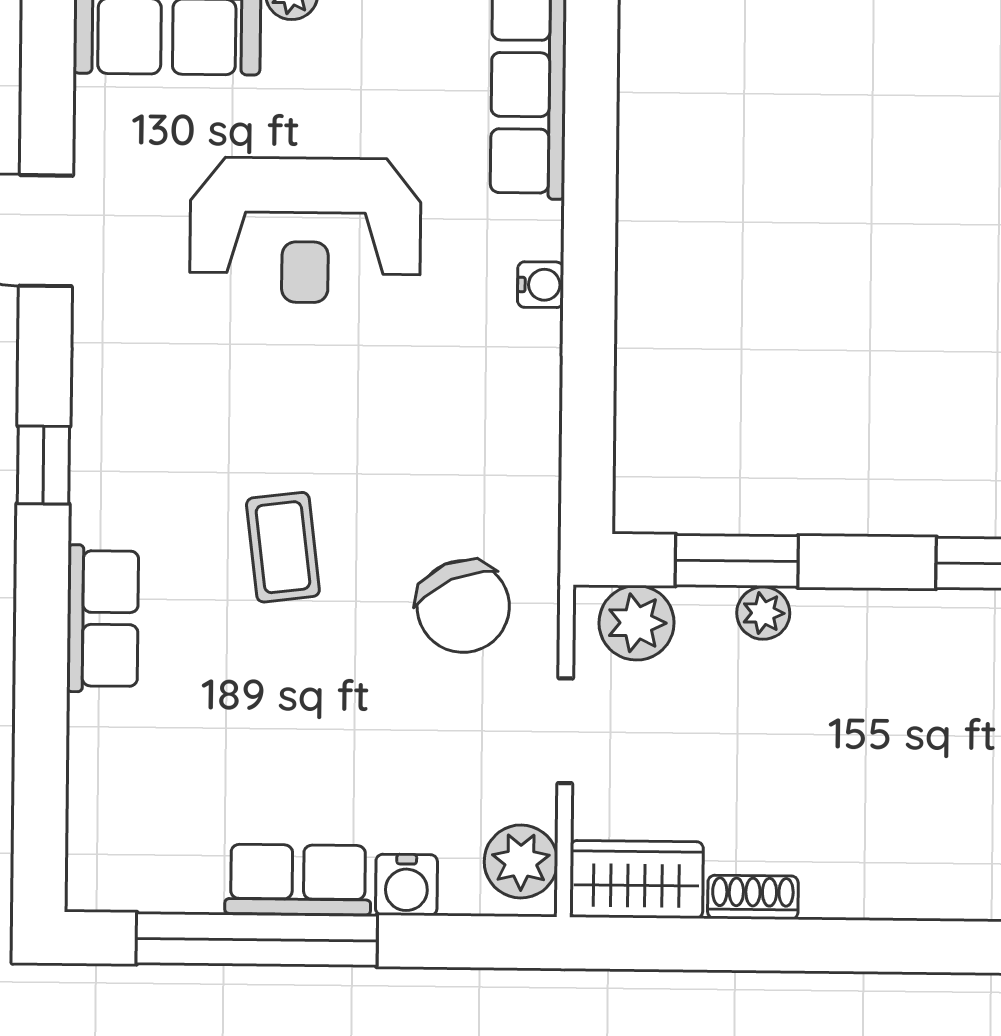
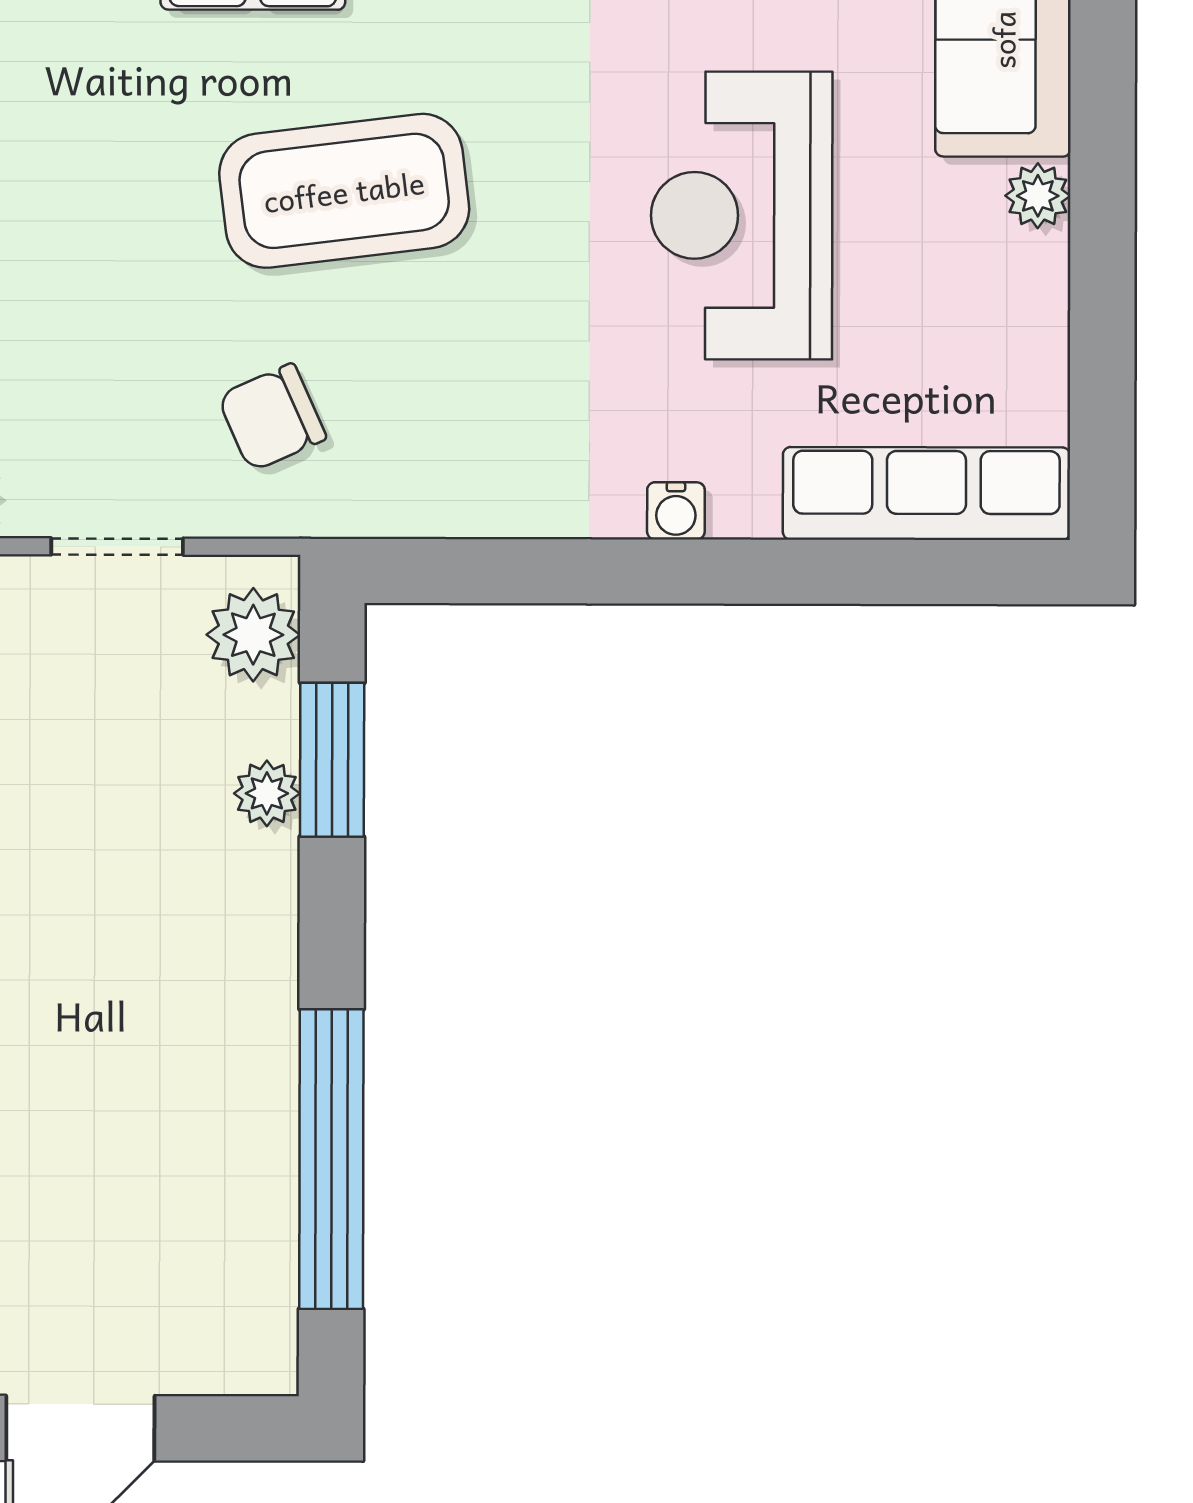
coffee table: (283, 547) -> (344, 191), width x1.86, depth x1.72
chair: (463, 606) -> (272, 417), width x0.73, depth x0.73

